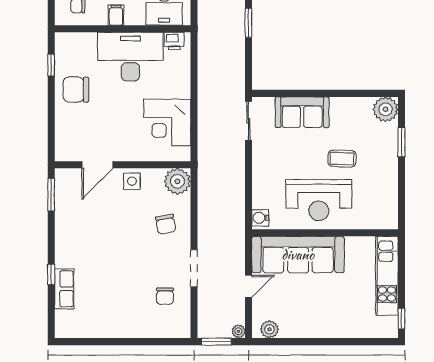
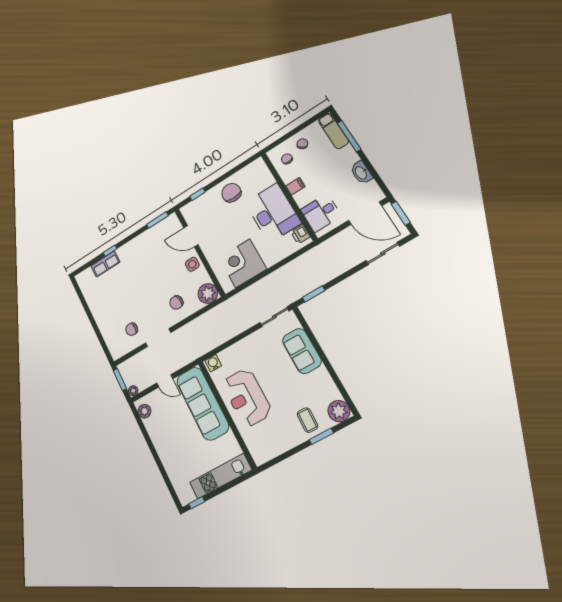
window: (248, 23) -> (314, 294), moved
window: (51, 65) -> (197, 194), moved
coffee table: (342, 159) -> (307, 420), moved

